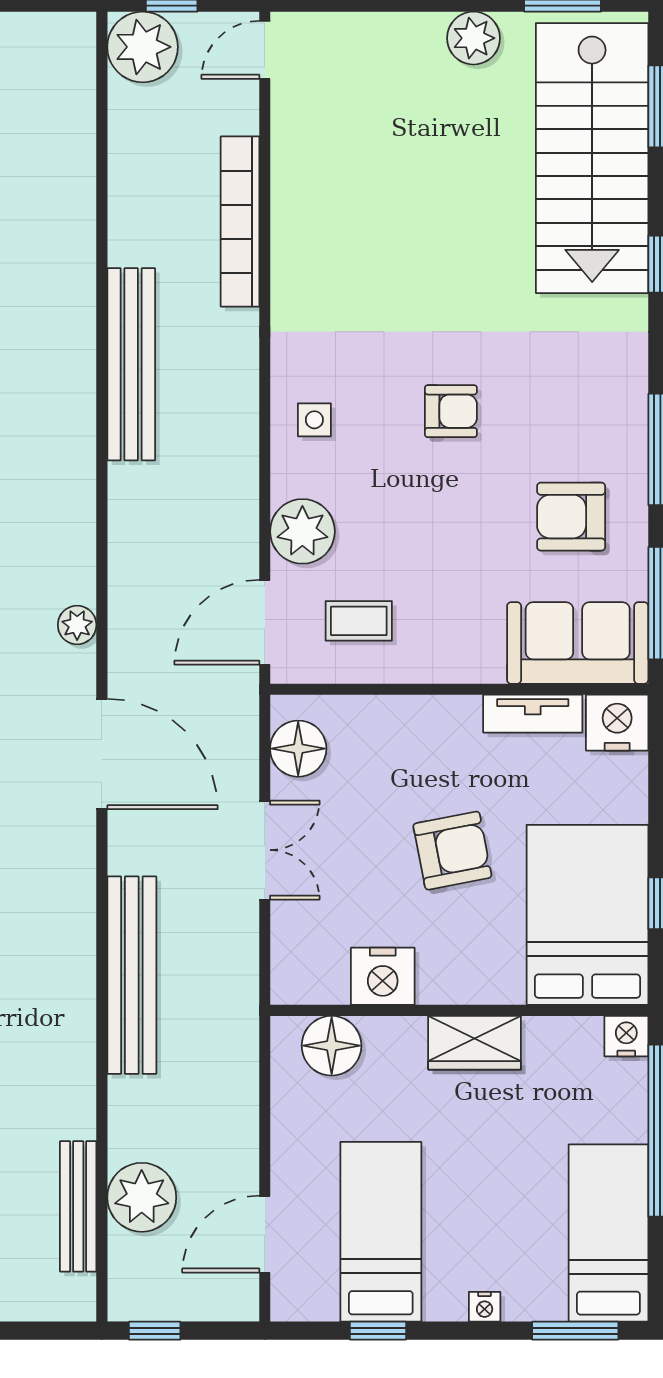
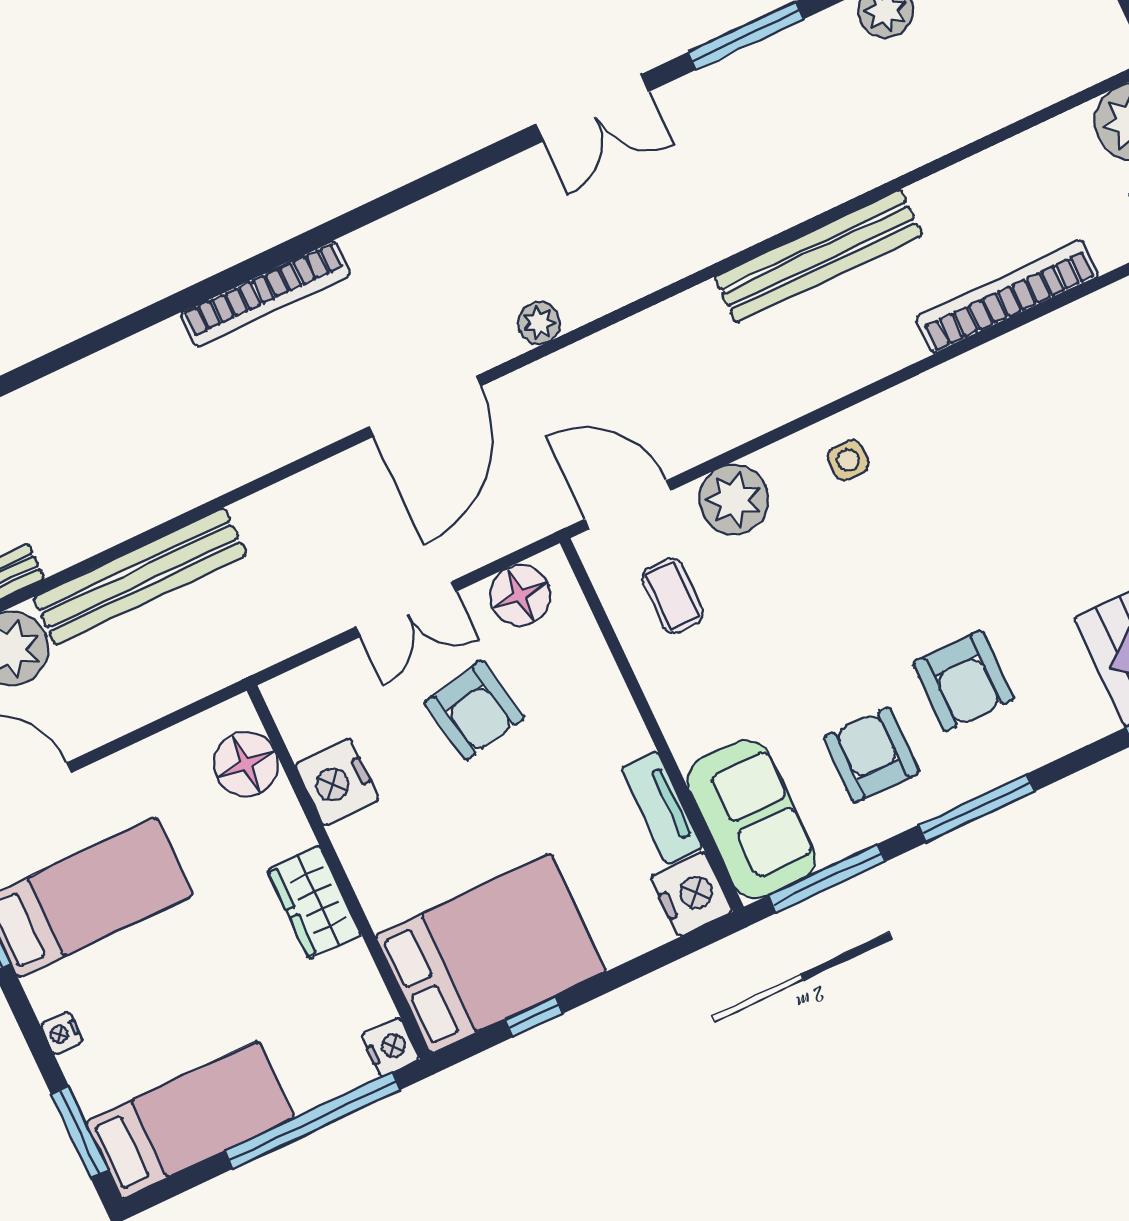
armchair: (451, 411) -> (964, 681), moved, width x1.38, depth x1.38
armchair: (452, 851) -> (474, 710), moved
bench: (132, 975) -> (140, 576), moved

